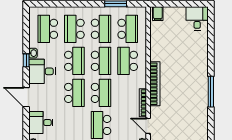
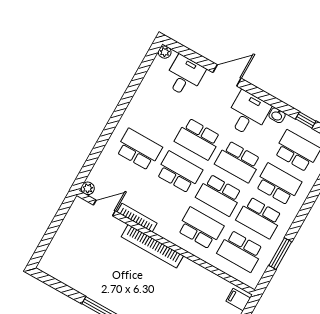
window: (26, 60) -> (306, 120), moved
school desk: (101, 93) -> (179, 172), turned 180

